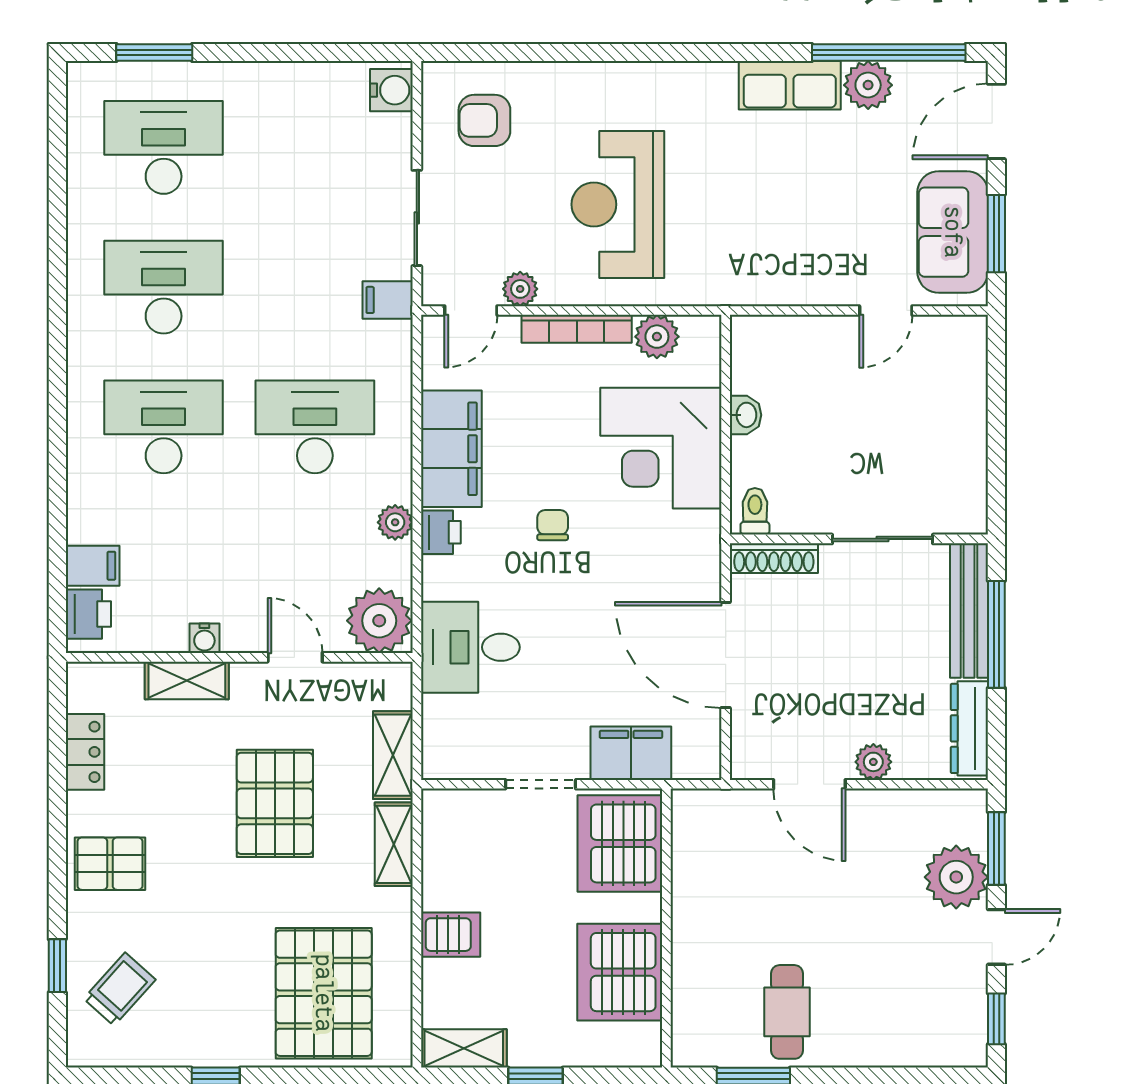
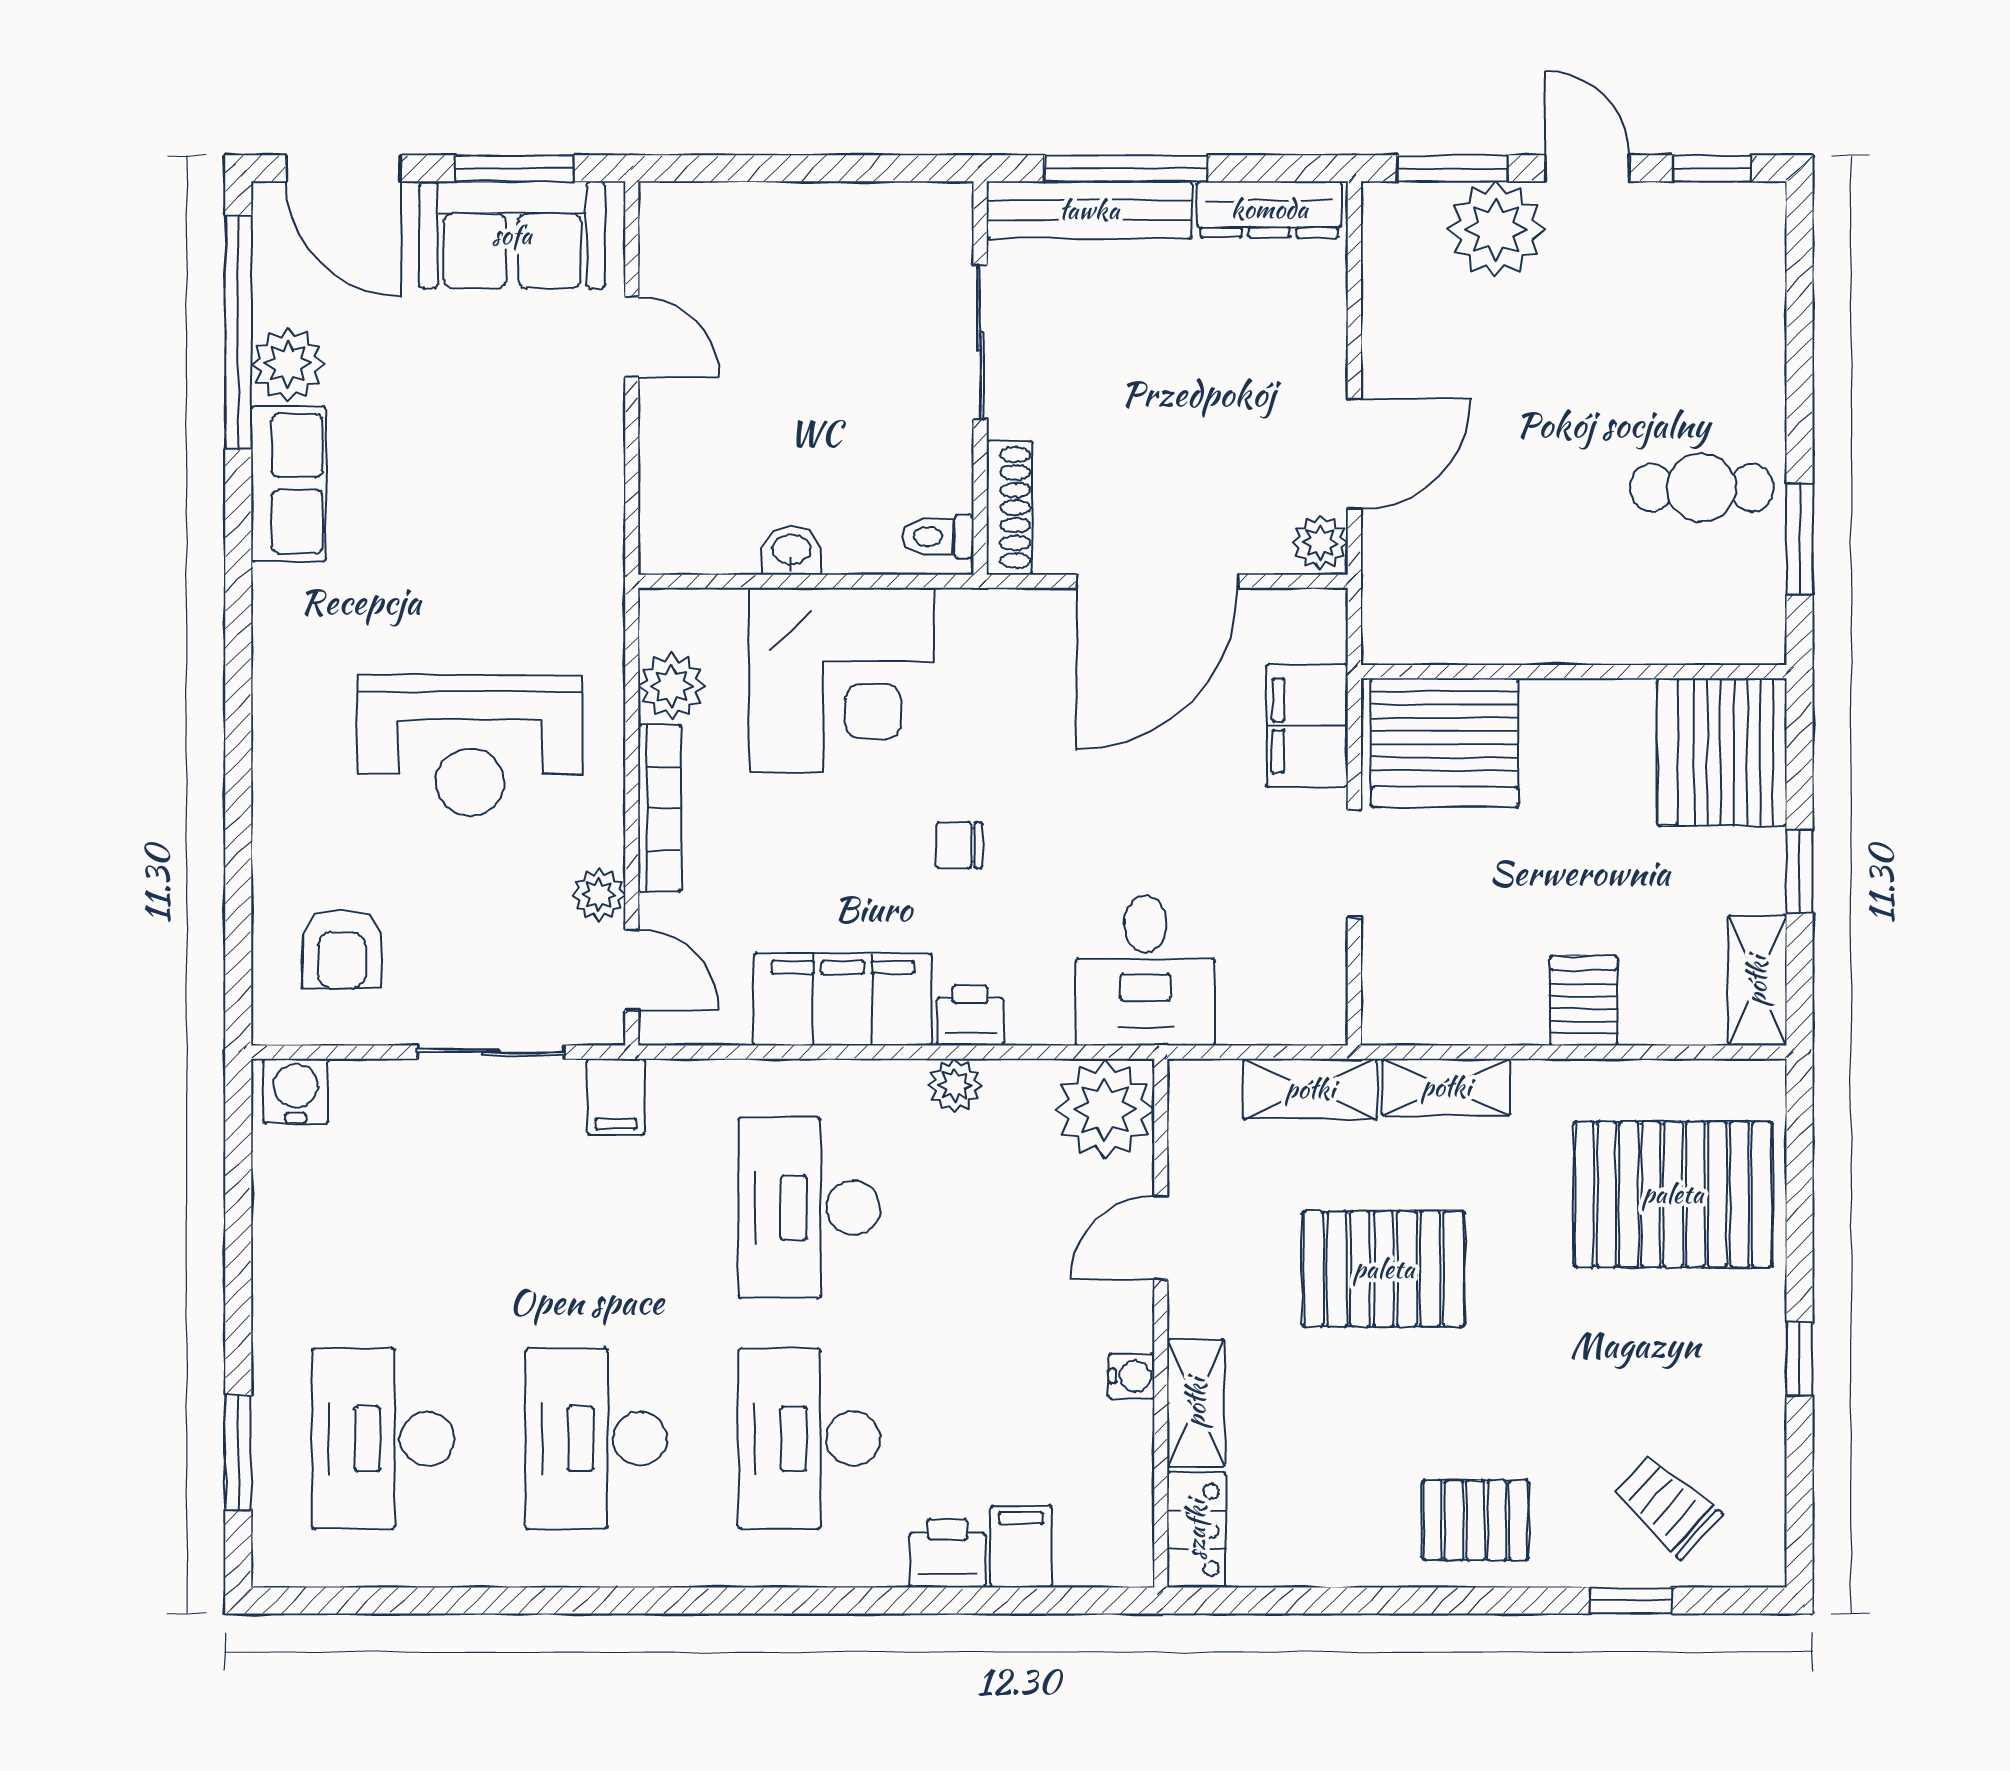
printer: (88, 614) -> (947, 1553), moved
locker: (85, 752) -> (1196, 1530), moved, turned 90
plant: (873, 762) -> (1320, 542), moved
pallet: (110, 864) -> (1475, 1520), turned 90
server rack: (620, 972) -> (1722, 752), moved, turned 90

